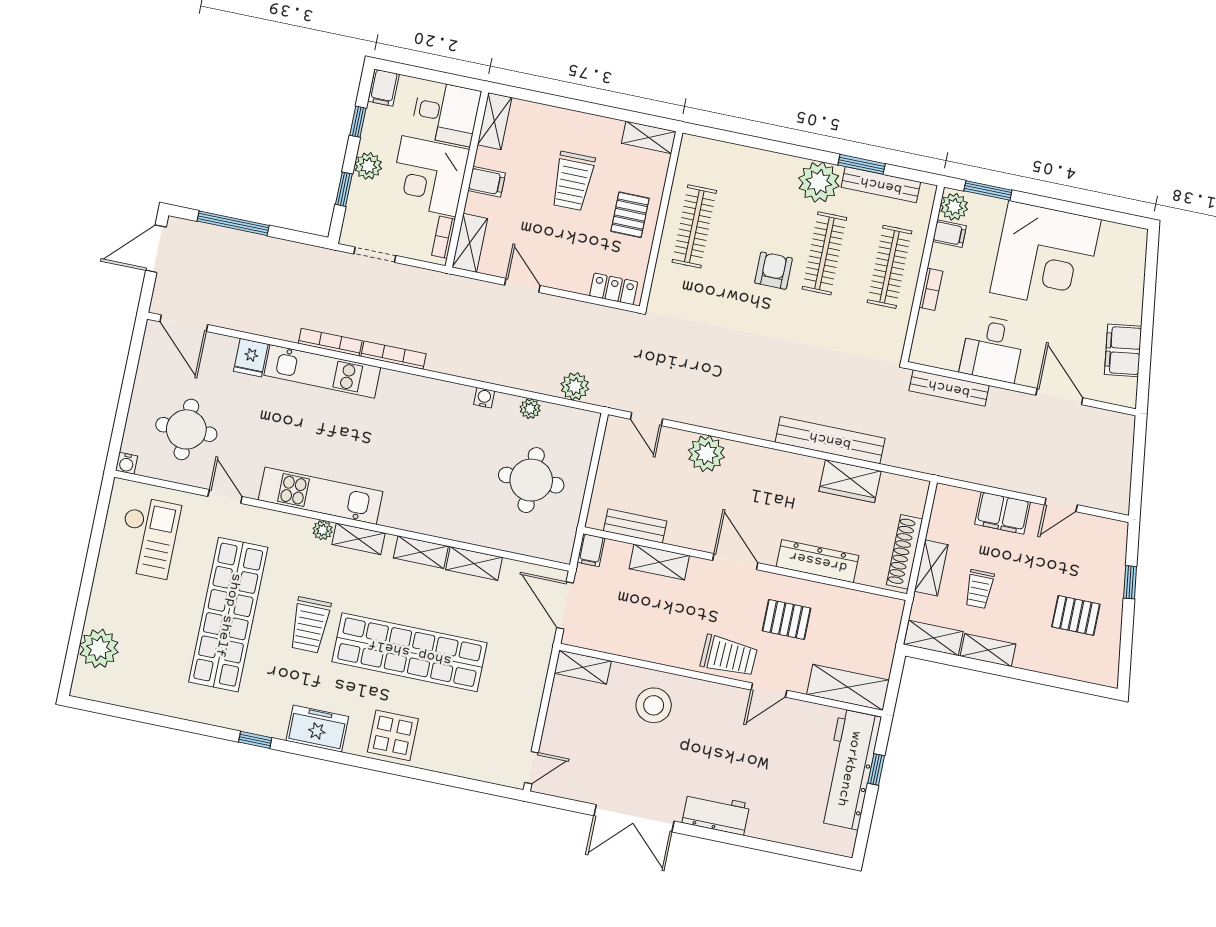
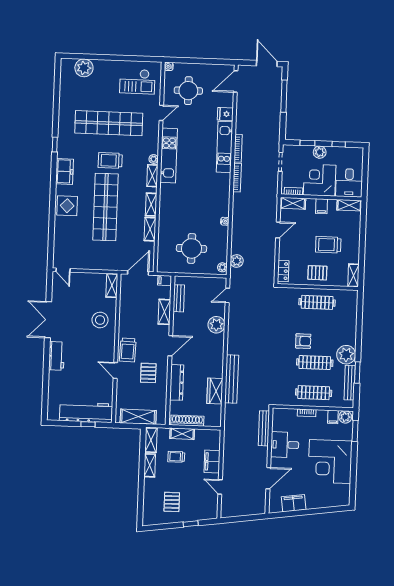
filing cabinet: (384, 88) -> (356, 153), removed
plant: (530, 409) -> (222, 267), moved
shelving: (848, 687) -> (138, 417), moved, turned 90

